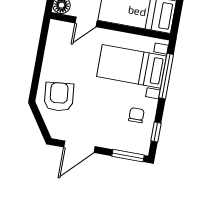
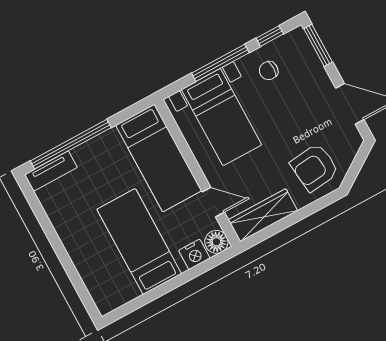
wardrobe: (55, 45) -> (263, 215), added
window: (166, 76) -> (220, 63), moved

